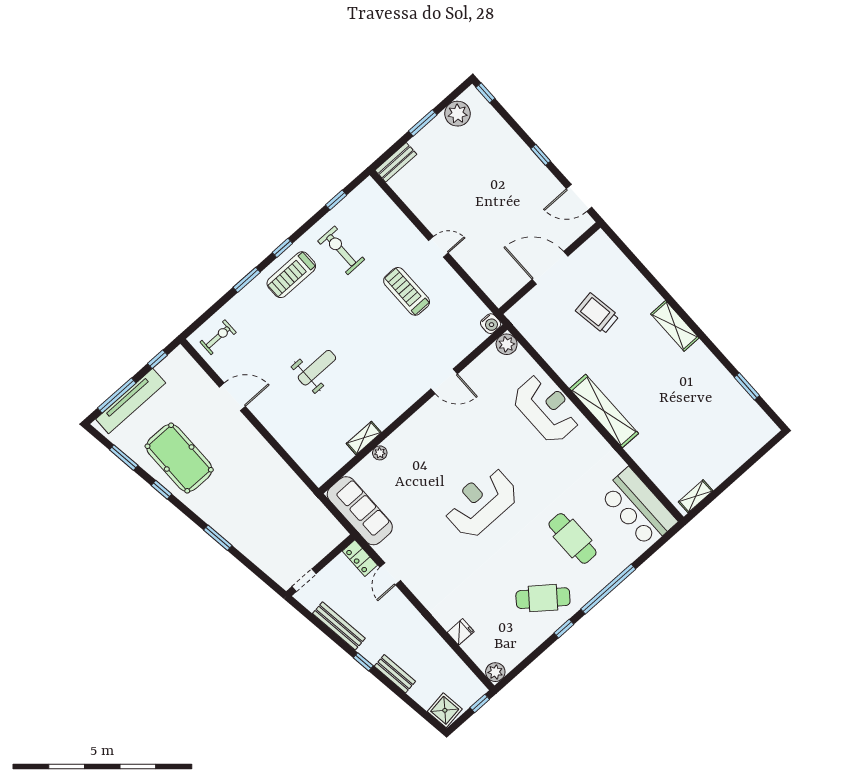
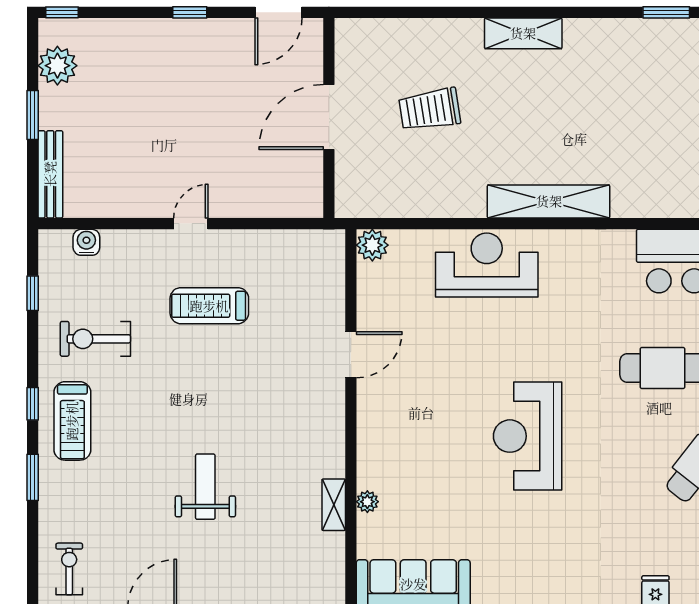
bench: (396, 162) -> (50, 174), width x1.36
water cooler: (491, 324) -> (86, 242), moved, turned -90

